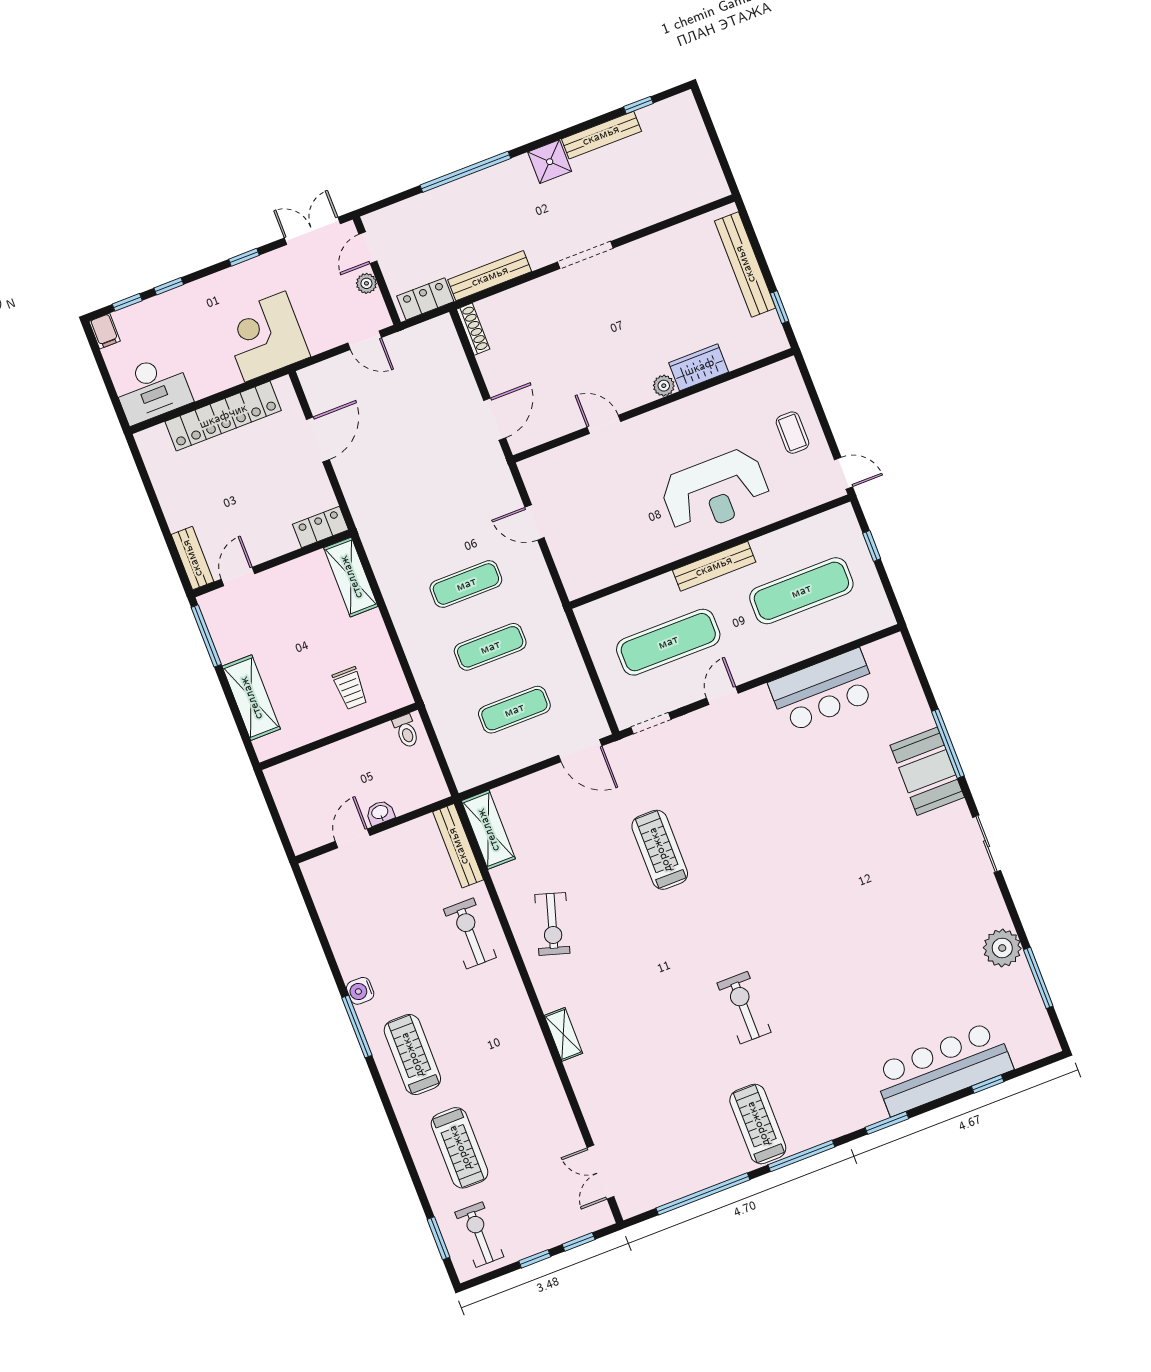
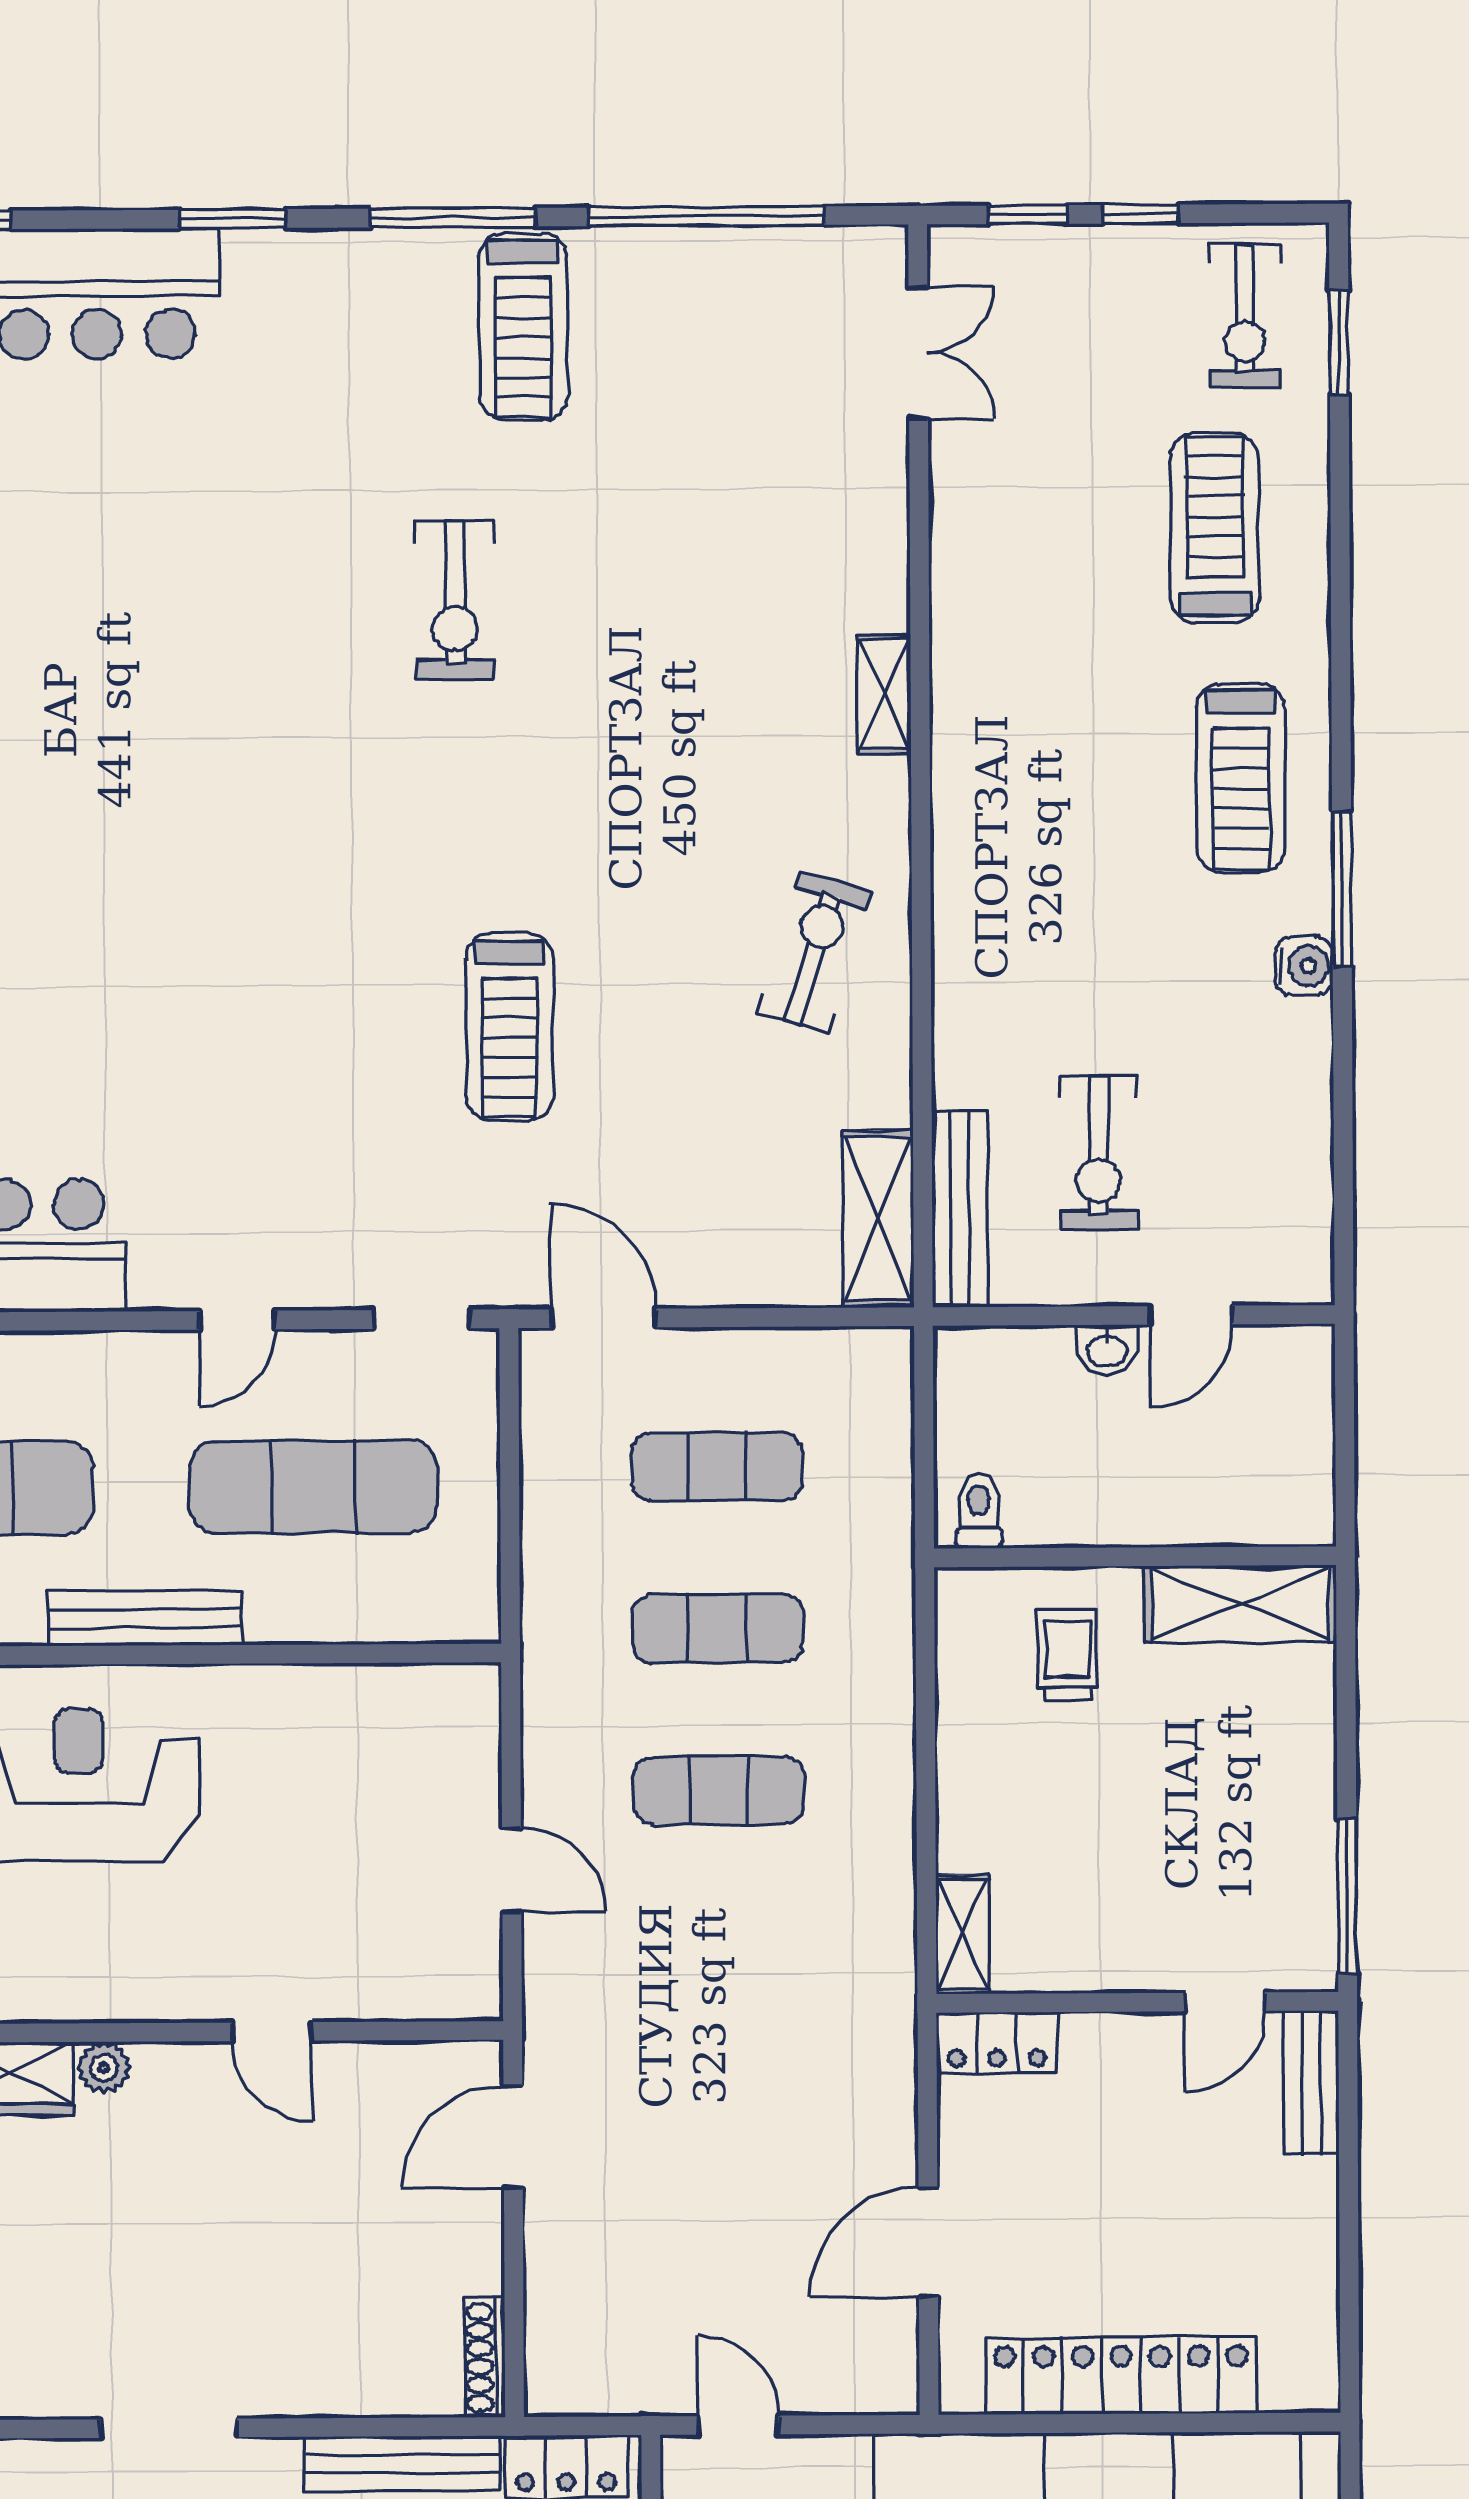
shelving: (351, 577) -> (963, 1934), width x0.67, depth x0.75
shelving: (251, 698) -> (1240, 1604), moved, turned 90
exercise bike: (470, 933) -> (1099, 1153), moved

